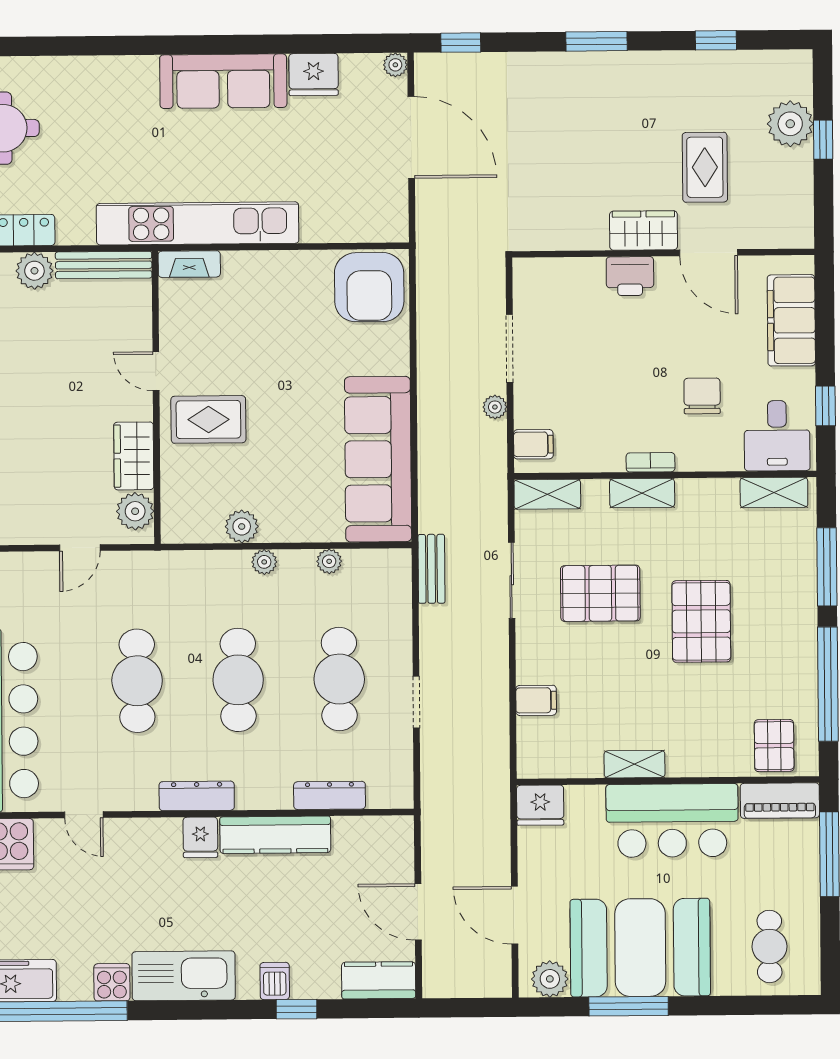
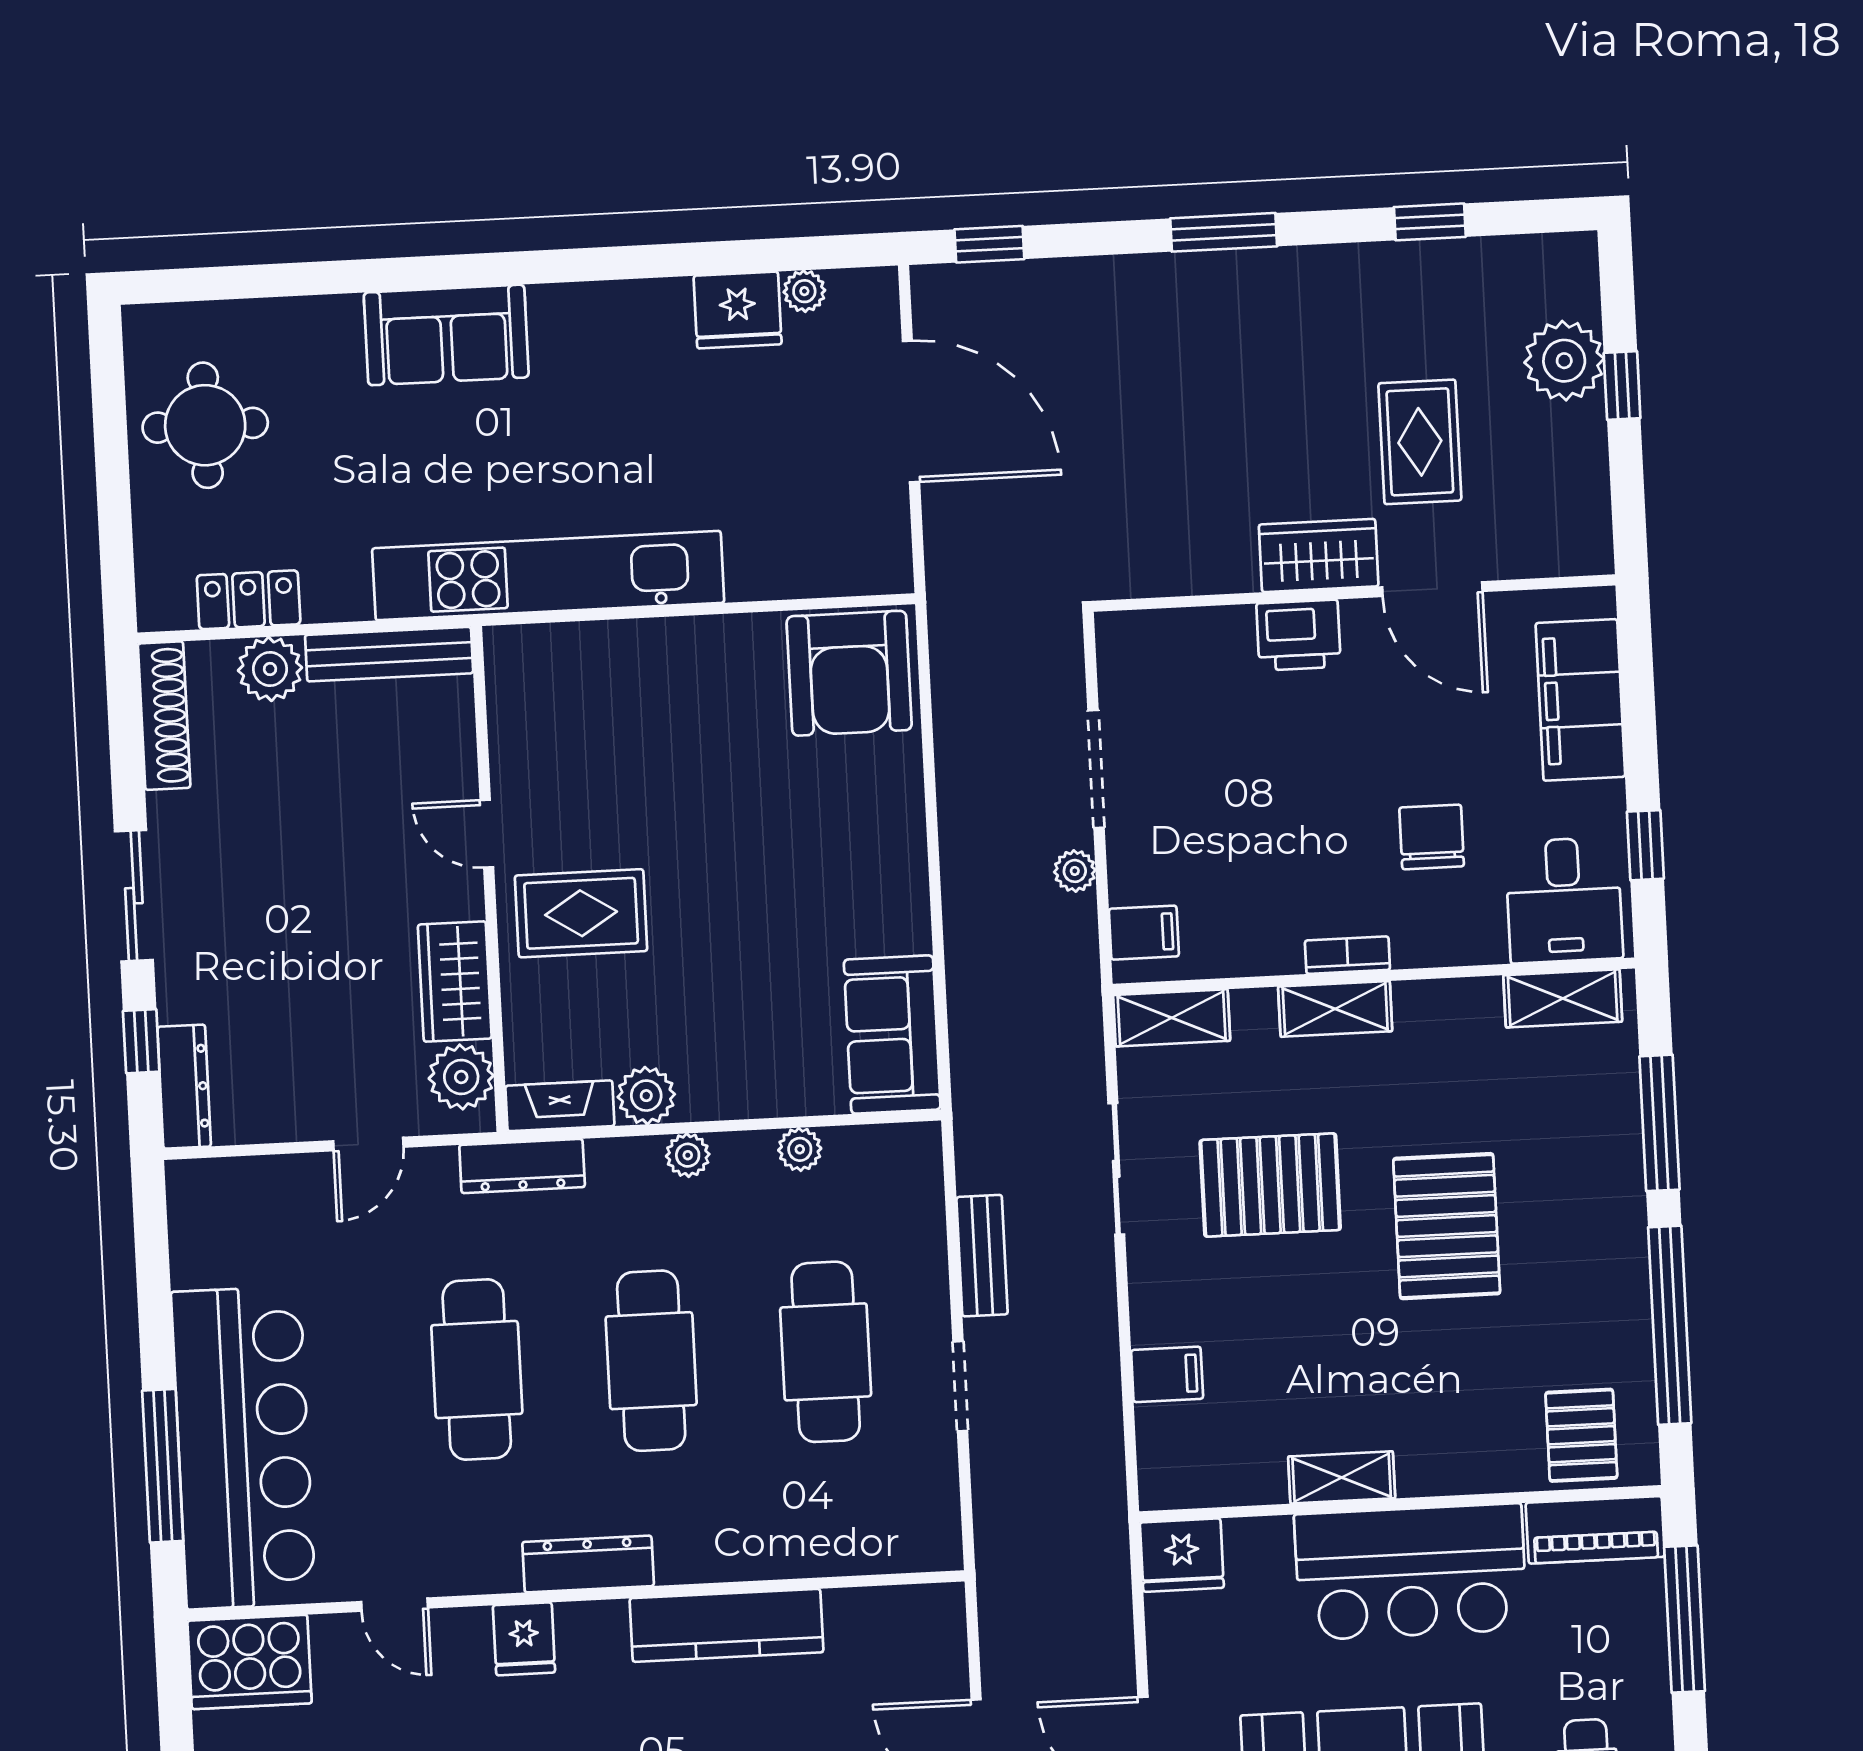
plant: (395, 65) -> (804, 291), moved
sofa: (223, 81) -> (446, 335), moved, width x0.73
fireplace: (189, 264) -> (560, 1106), moved, turned 180
sofa: (378, 459) -> (892, 1035), width x0.54, depth x0.79
bench: (431, 569) -> (982, 1256), moved
dresser: (330, 795) -> (522, 1166), moved, turned 180
fridge: (200, 837) -> (524, 1639), moved

